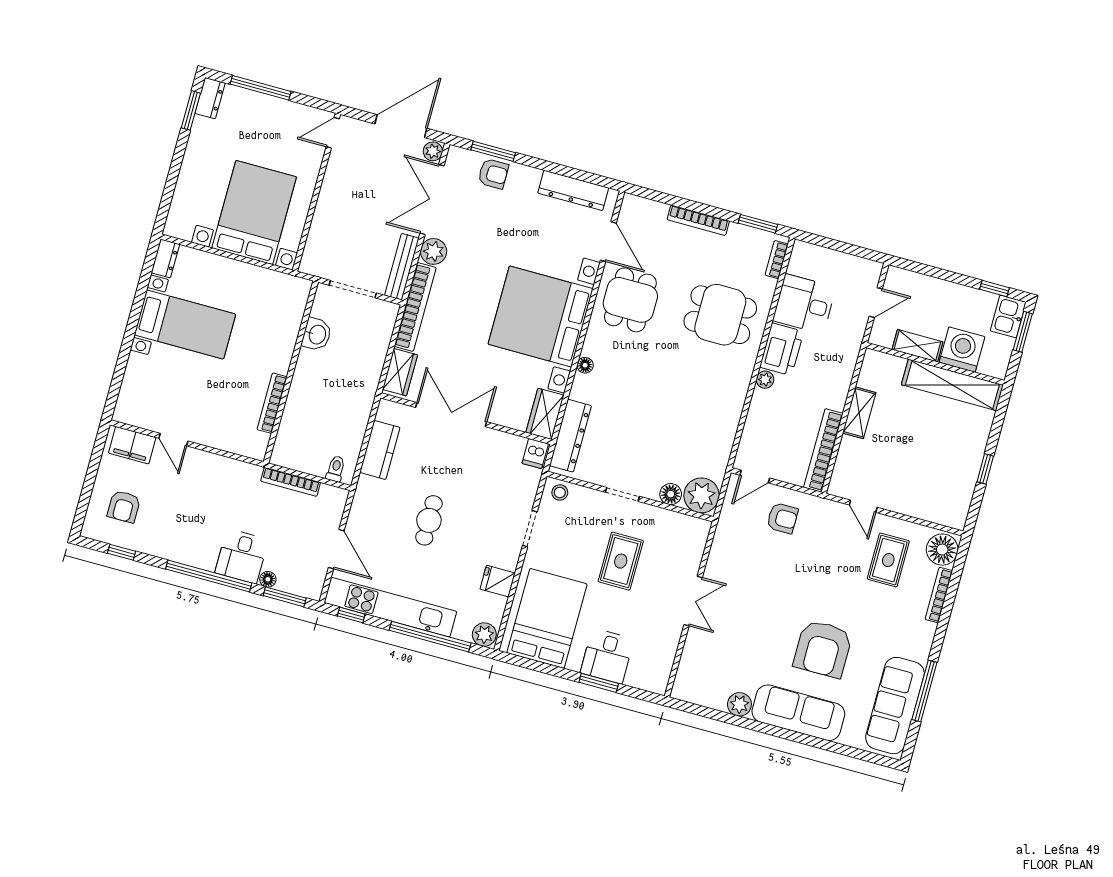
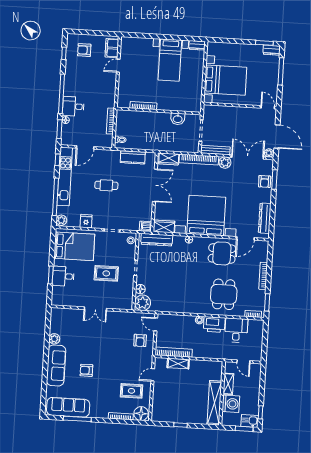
shelving: (859, 413) -> (178, 364), moved
armchair: (823, 649) -> (86, 370), width x0.53, depth x0.53

